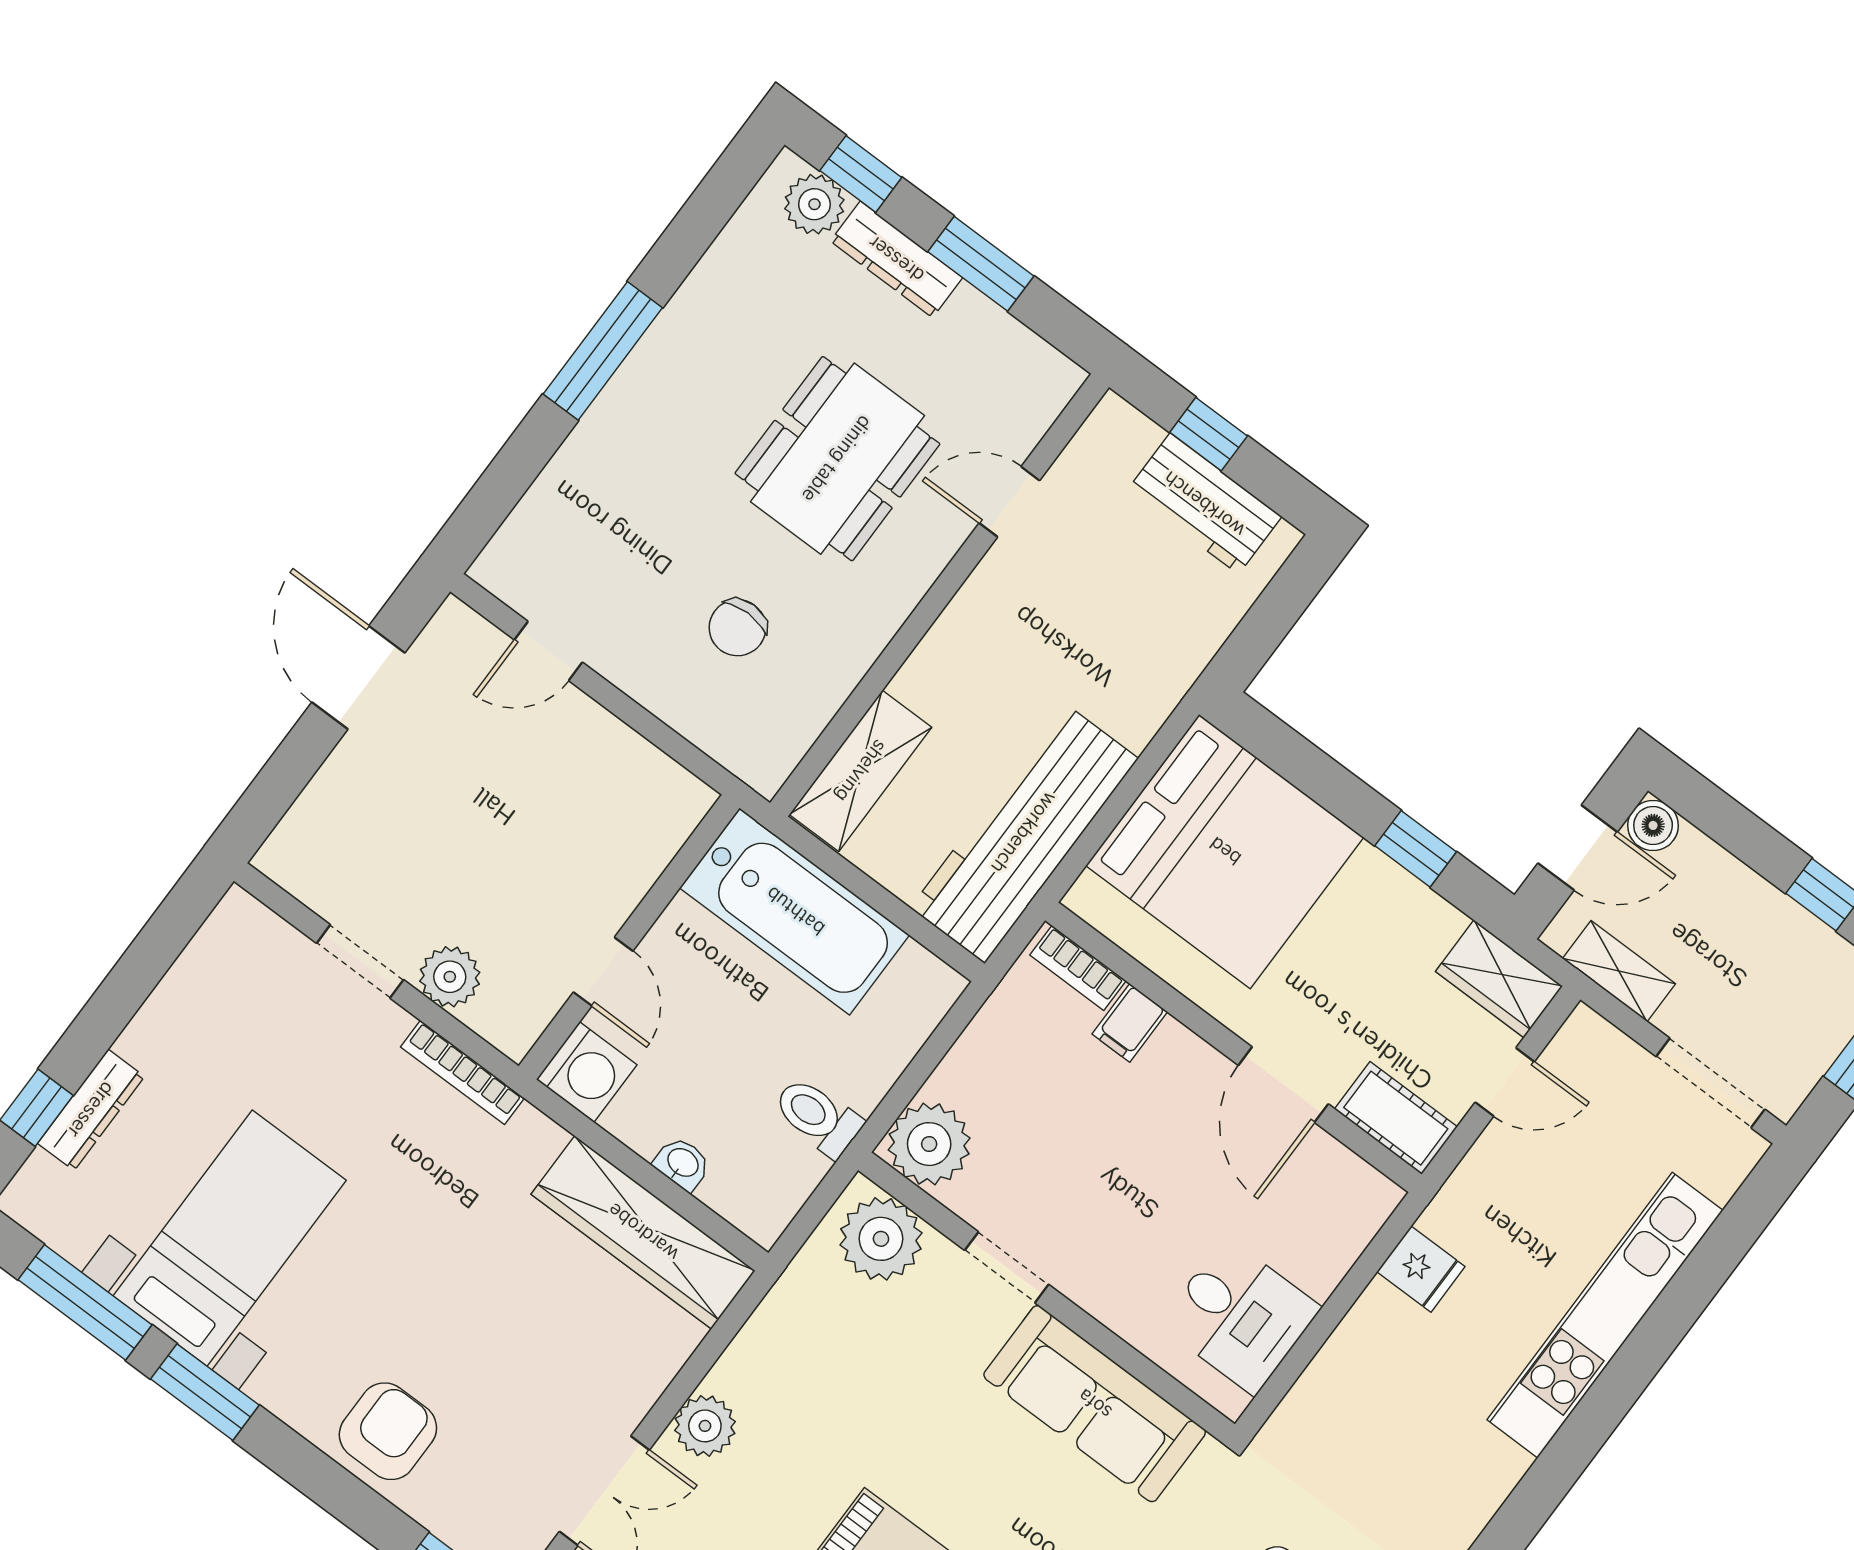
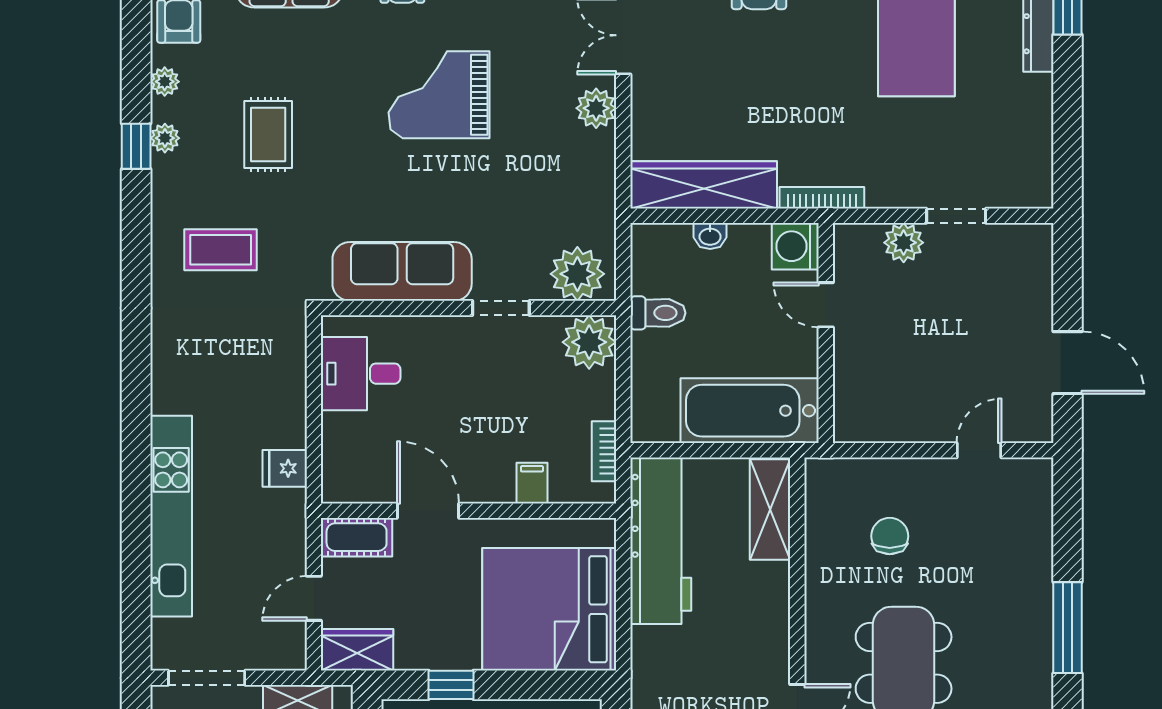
bookcase: (1078, 968) -> (604, 451), moved, turned -90
bookcase: (462, 1072) -> (822, 198), moved

